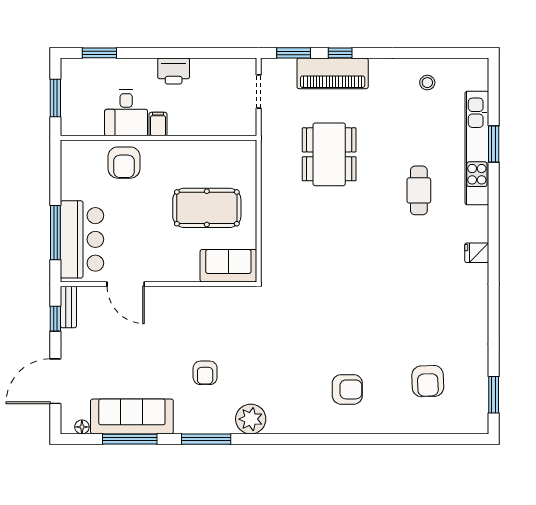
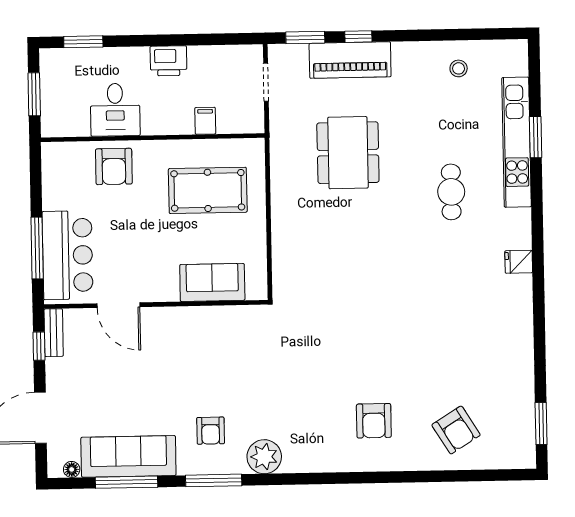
filing cabinet: (158, 124) -> (205, 121), moved
pool table: (207, 208) -> (208, 190), moved
sofa: (228, 266) -> (212, 282), moved
armchair: (205, 373) -> (211, 431), moved
armchair: (428, 381) -> (456, 430), moved, turned -30
armchair: (347, 389) -> (374, 421), turned 90

